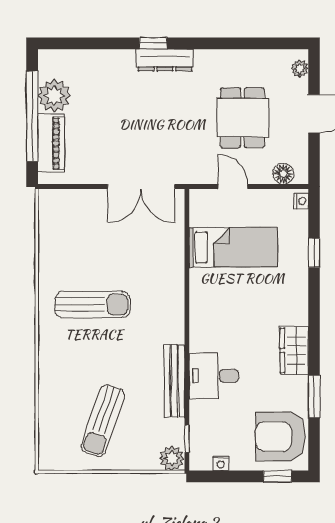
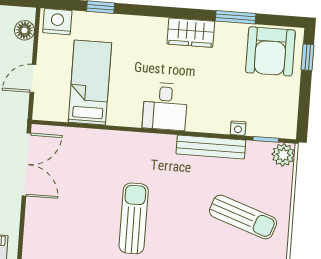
nightstand: (301, 201) -> (57, 22), width x1.89, depth x1.79
desk: (214, 376) -> (165, 106), moved
nightstand: (221, 463) -> (238, 128), moved, turned 90

